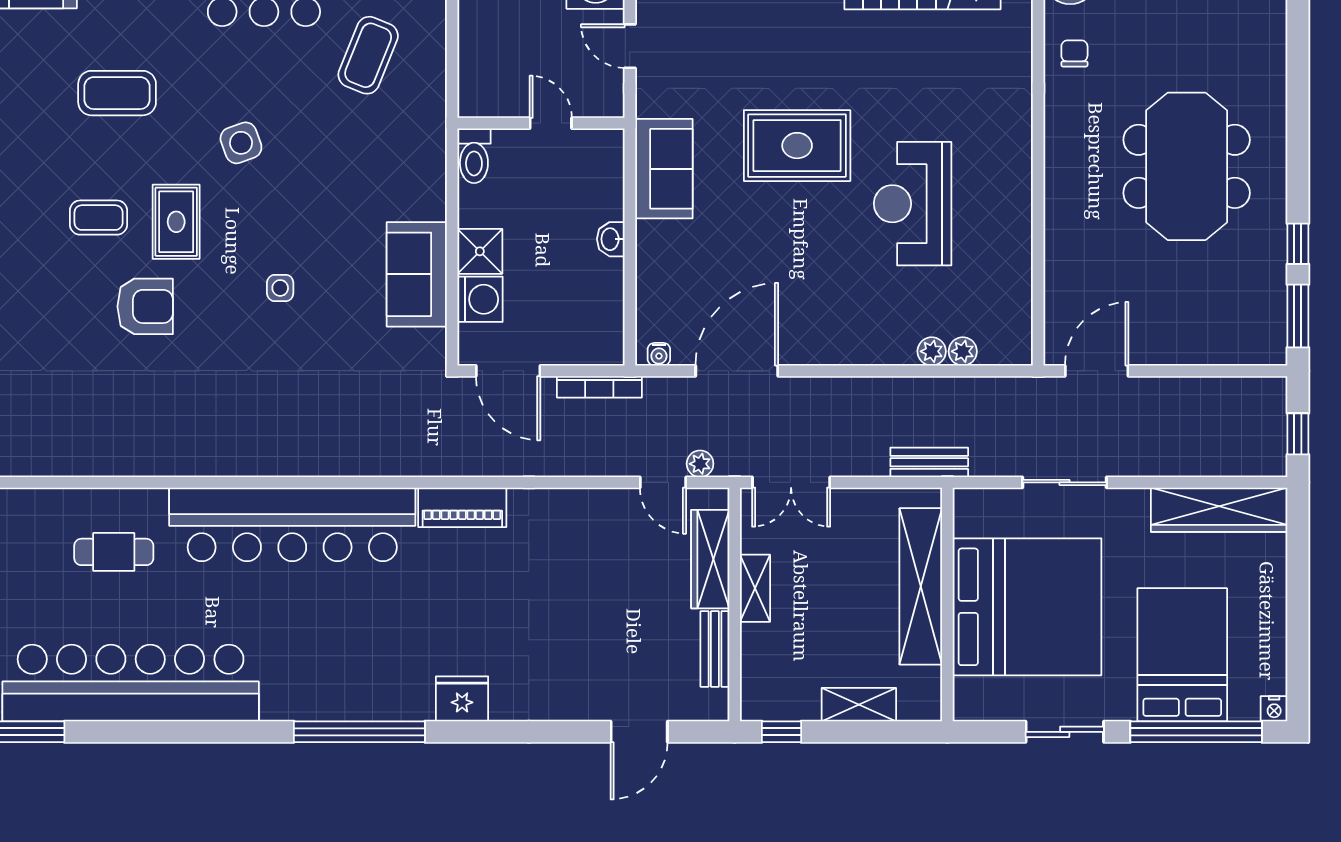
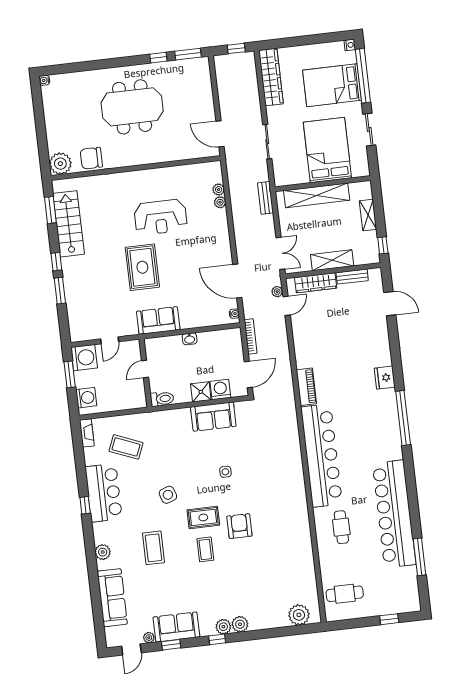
chair: (1074, 53) -> (91, 158), width x1.87, depth x1.87
shelving: (755, 588) -> (332, 260), width x1.50, depth x1.33
bed: (1027, 607) -> (327, 150), width x0.73

